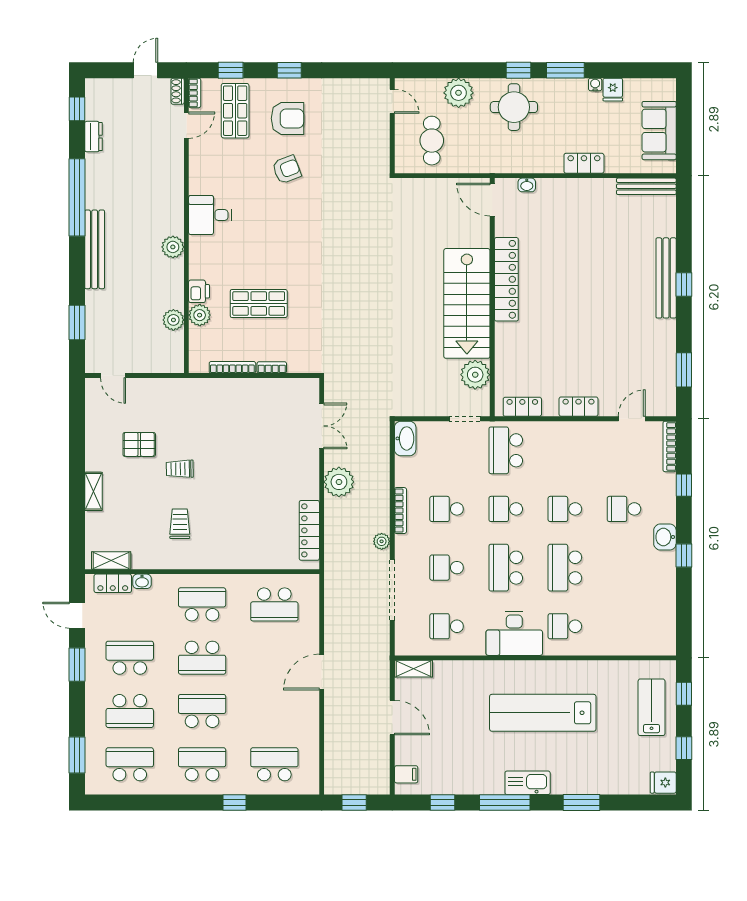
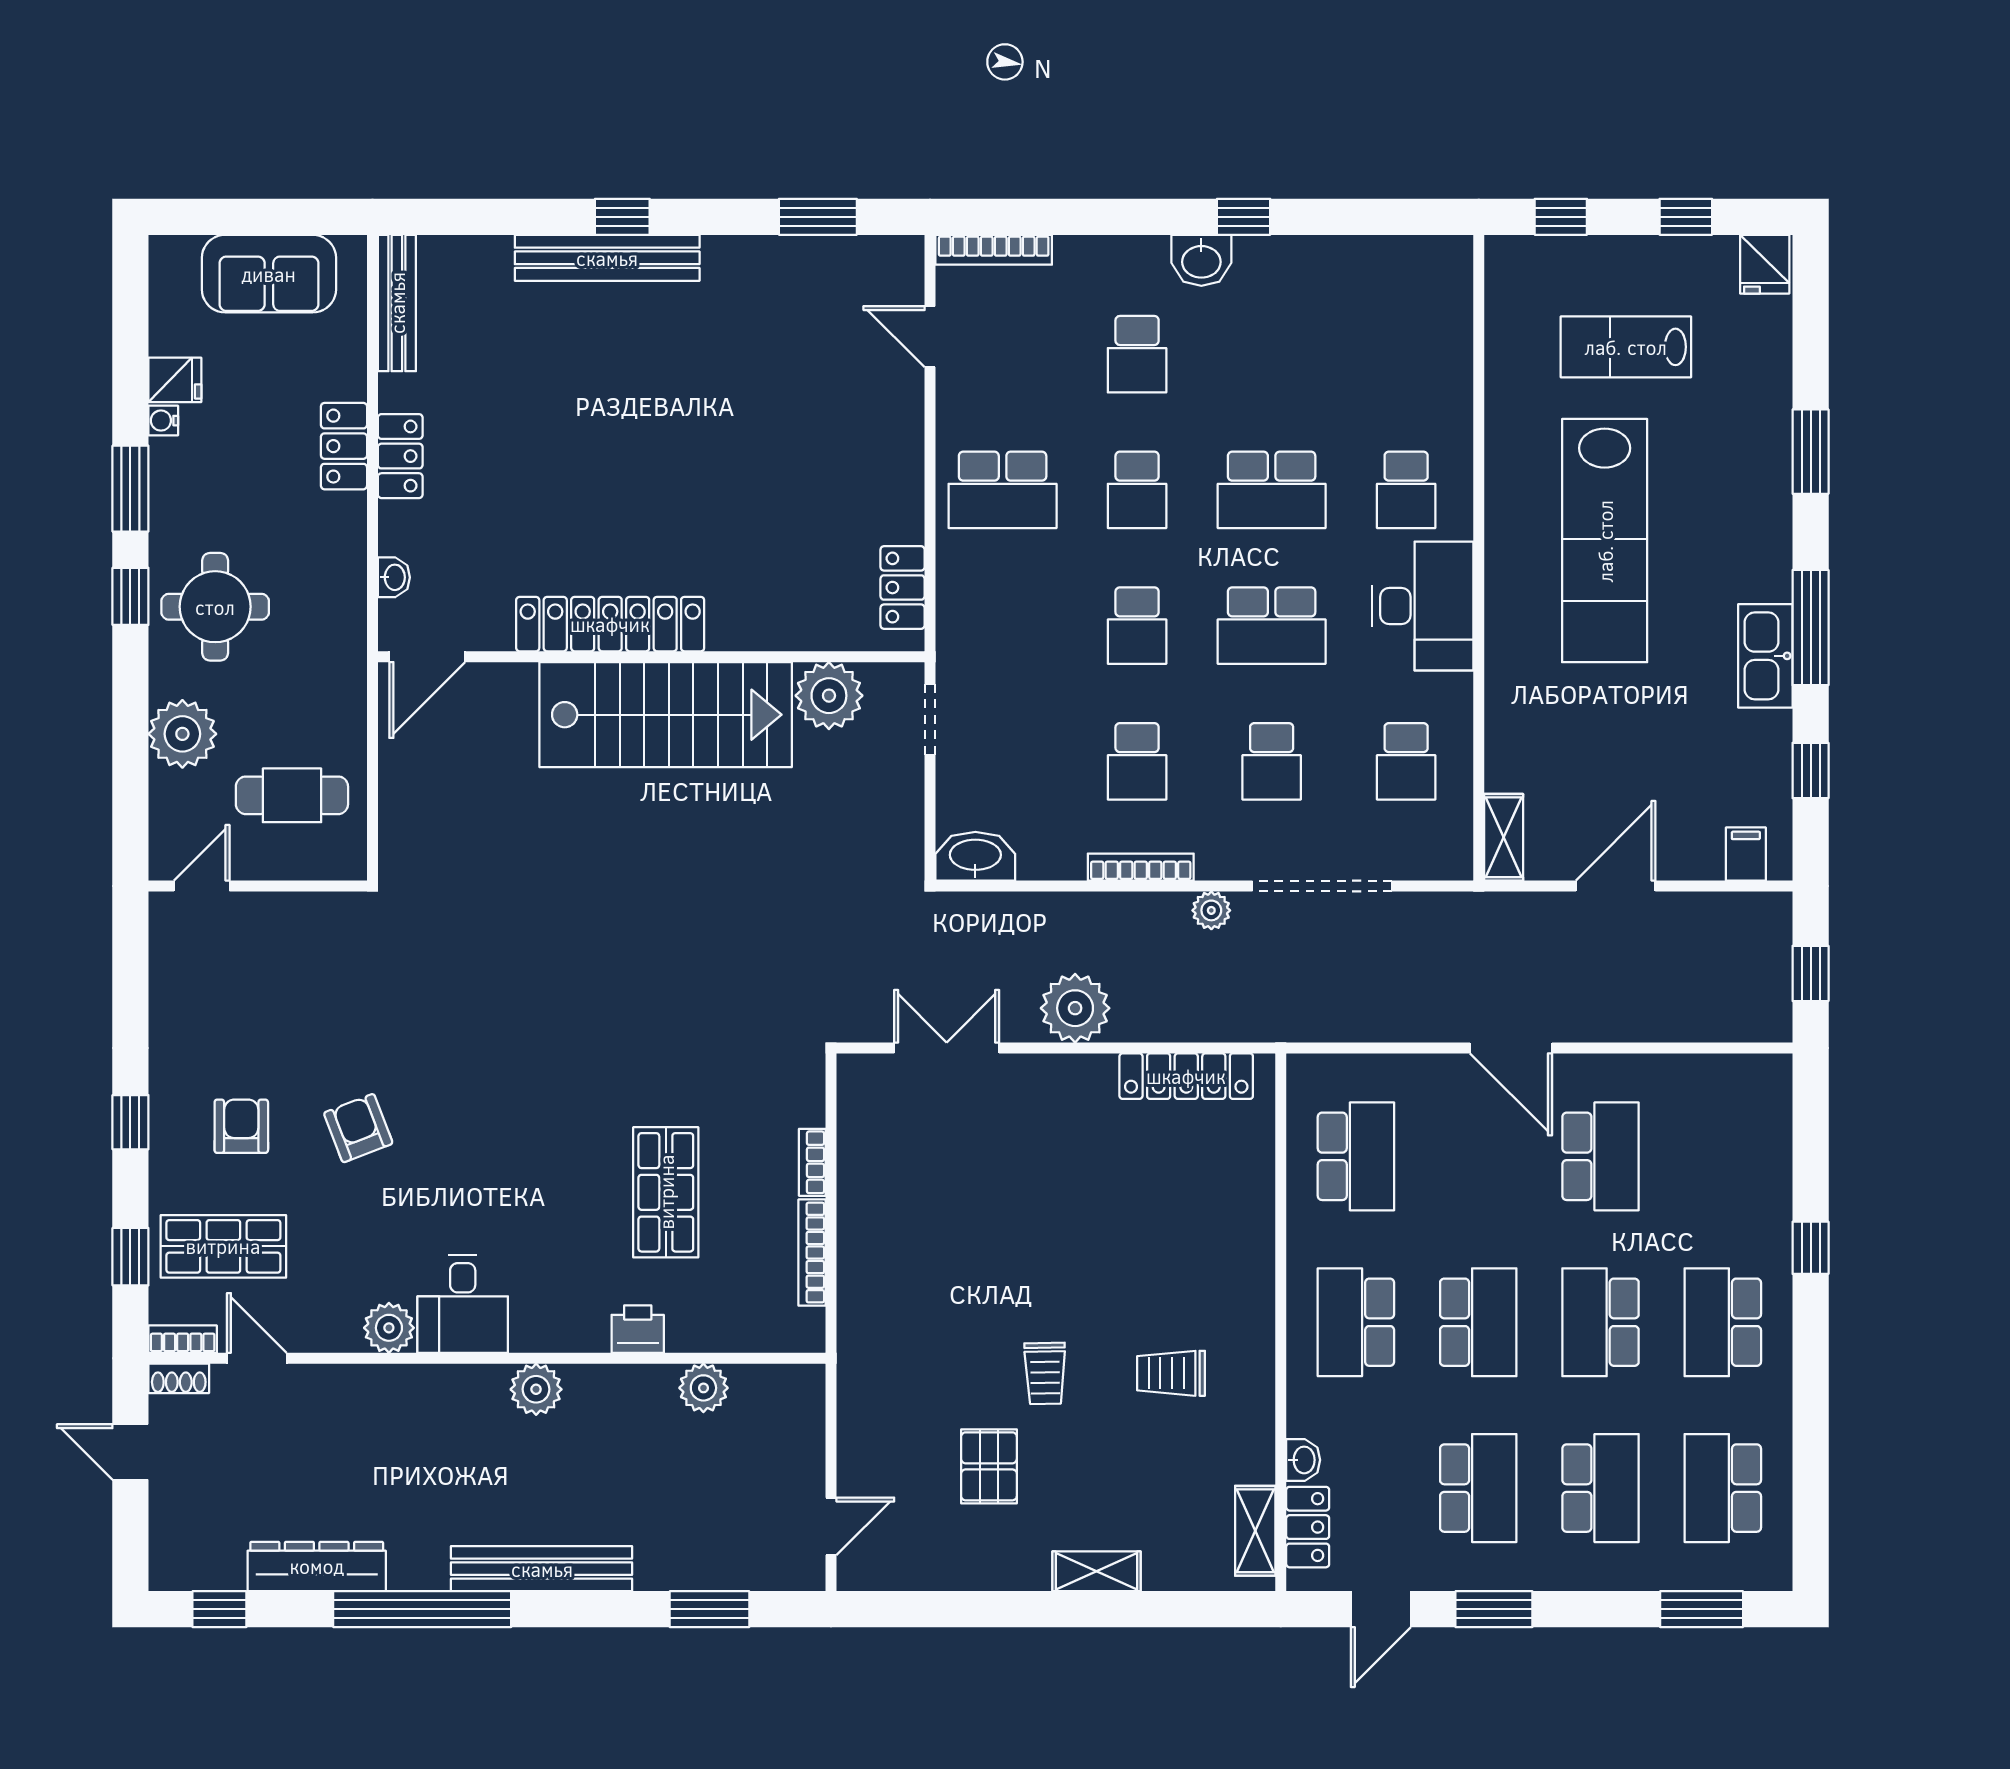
armchair: (287, 118) -> (241, 1126), width x0.72, depth x0.72
dresser: (93, 137) -> (317, 1566), width x1.96, depth x1.24
plant: (200, 315) -> (389, 1328), moved
locker: (579, 407) -> (400, 456), moved, turned 180
school desk: (506, 450) -> (1003, 490), moved
window: (684, 485) -> (1083, 217), removed
school desk: (130, 658) -> (1478, 1488), turned 180
lab bench: (652, 707) -> (1626, 347), moved
school desk: (274, 764) -> (1601, 1156), moved, turned 180
kitchen sink: (528, 783) -> (1765, 656), moved

